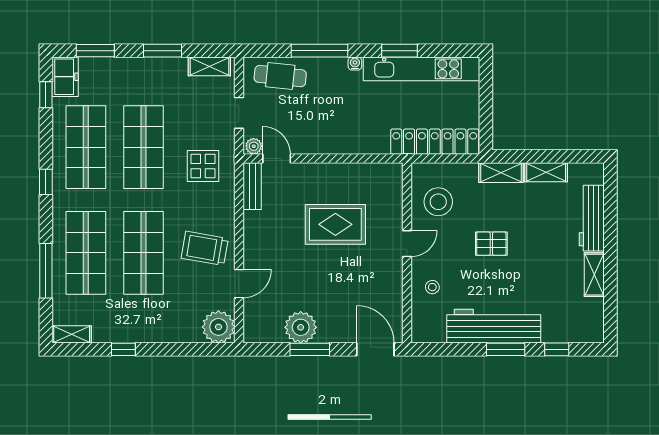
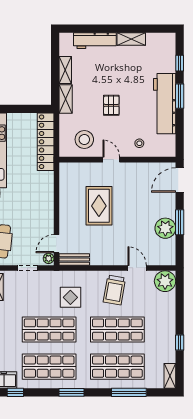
display table: (203, 166) -> (70, 297), moved
window: (46, 182) -> (71, 392), width x1.50

